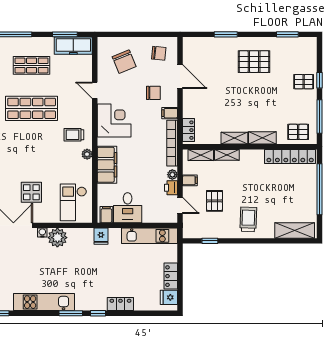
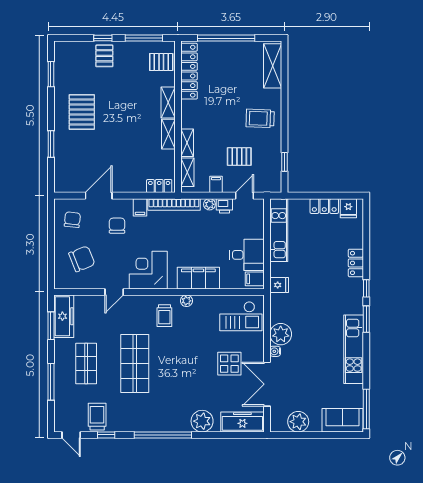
pallet: (298, 132) -> (161, 62), turned 90

